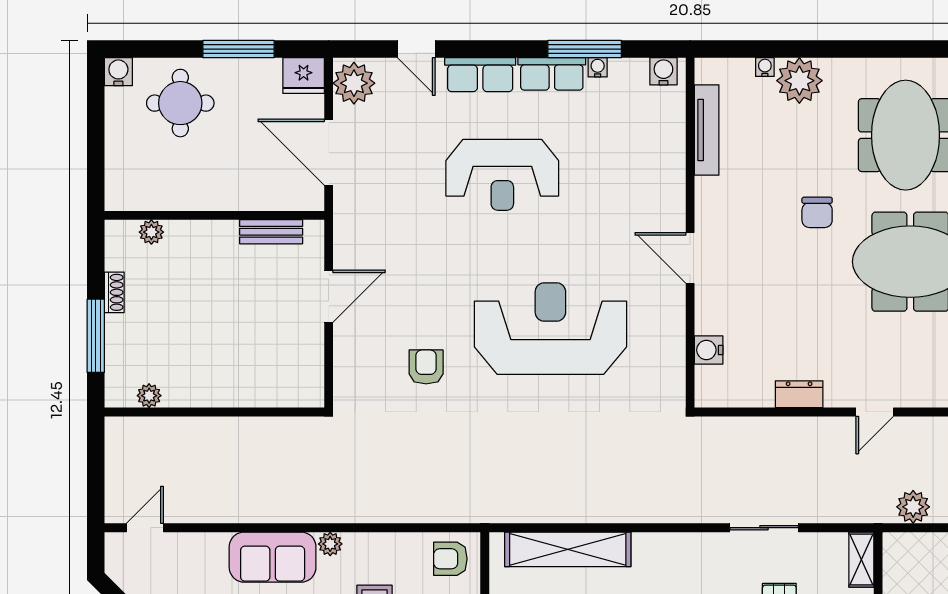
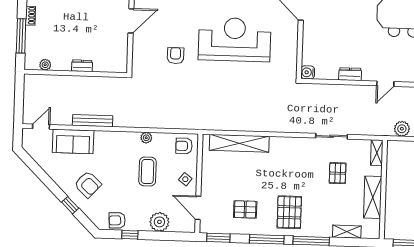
water cooler: (709, 350) -> (308, 72), moved
dresser: (228, 395) -> (82, 66), added
bench: (254, 511) -> (93, 121), added
plant: (330, 544) -> (146, 138), moved
sofa: (273, 557) -> (73, 141), moved

